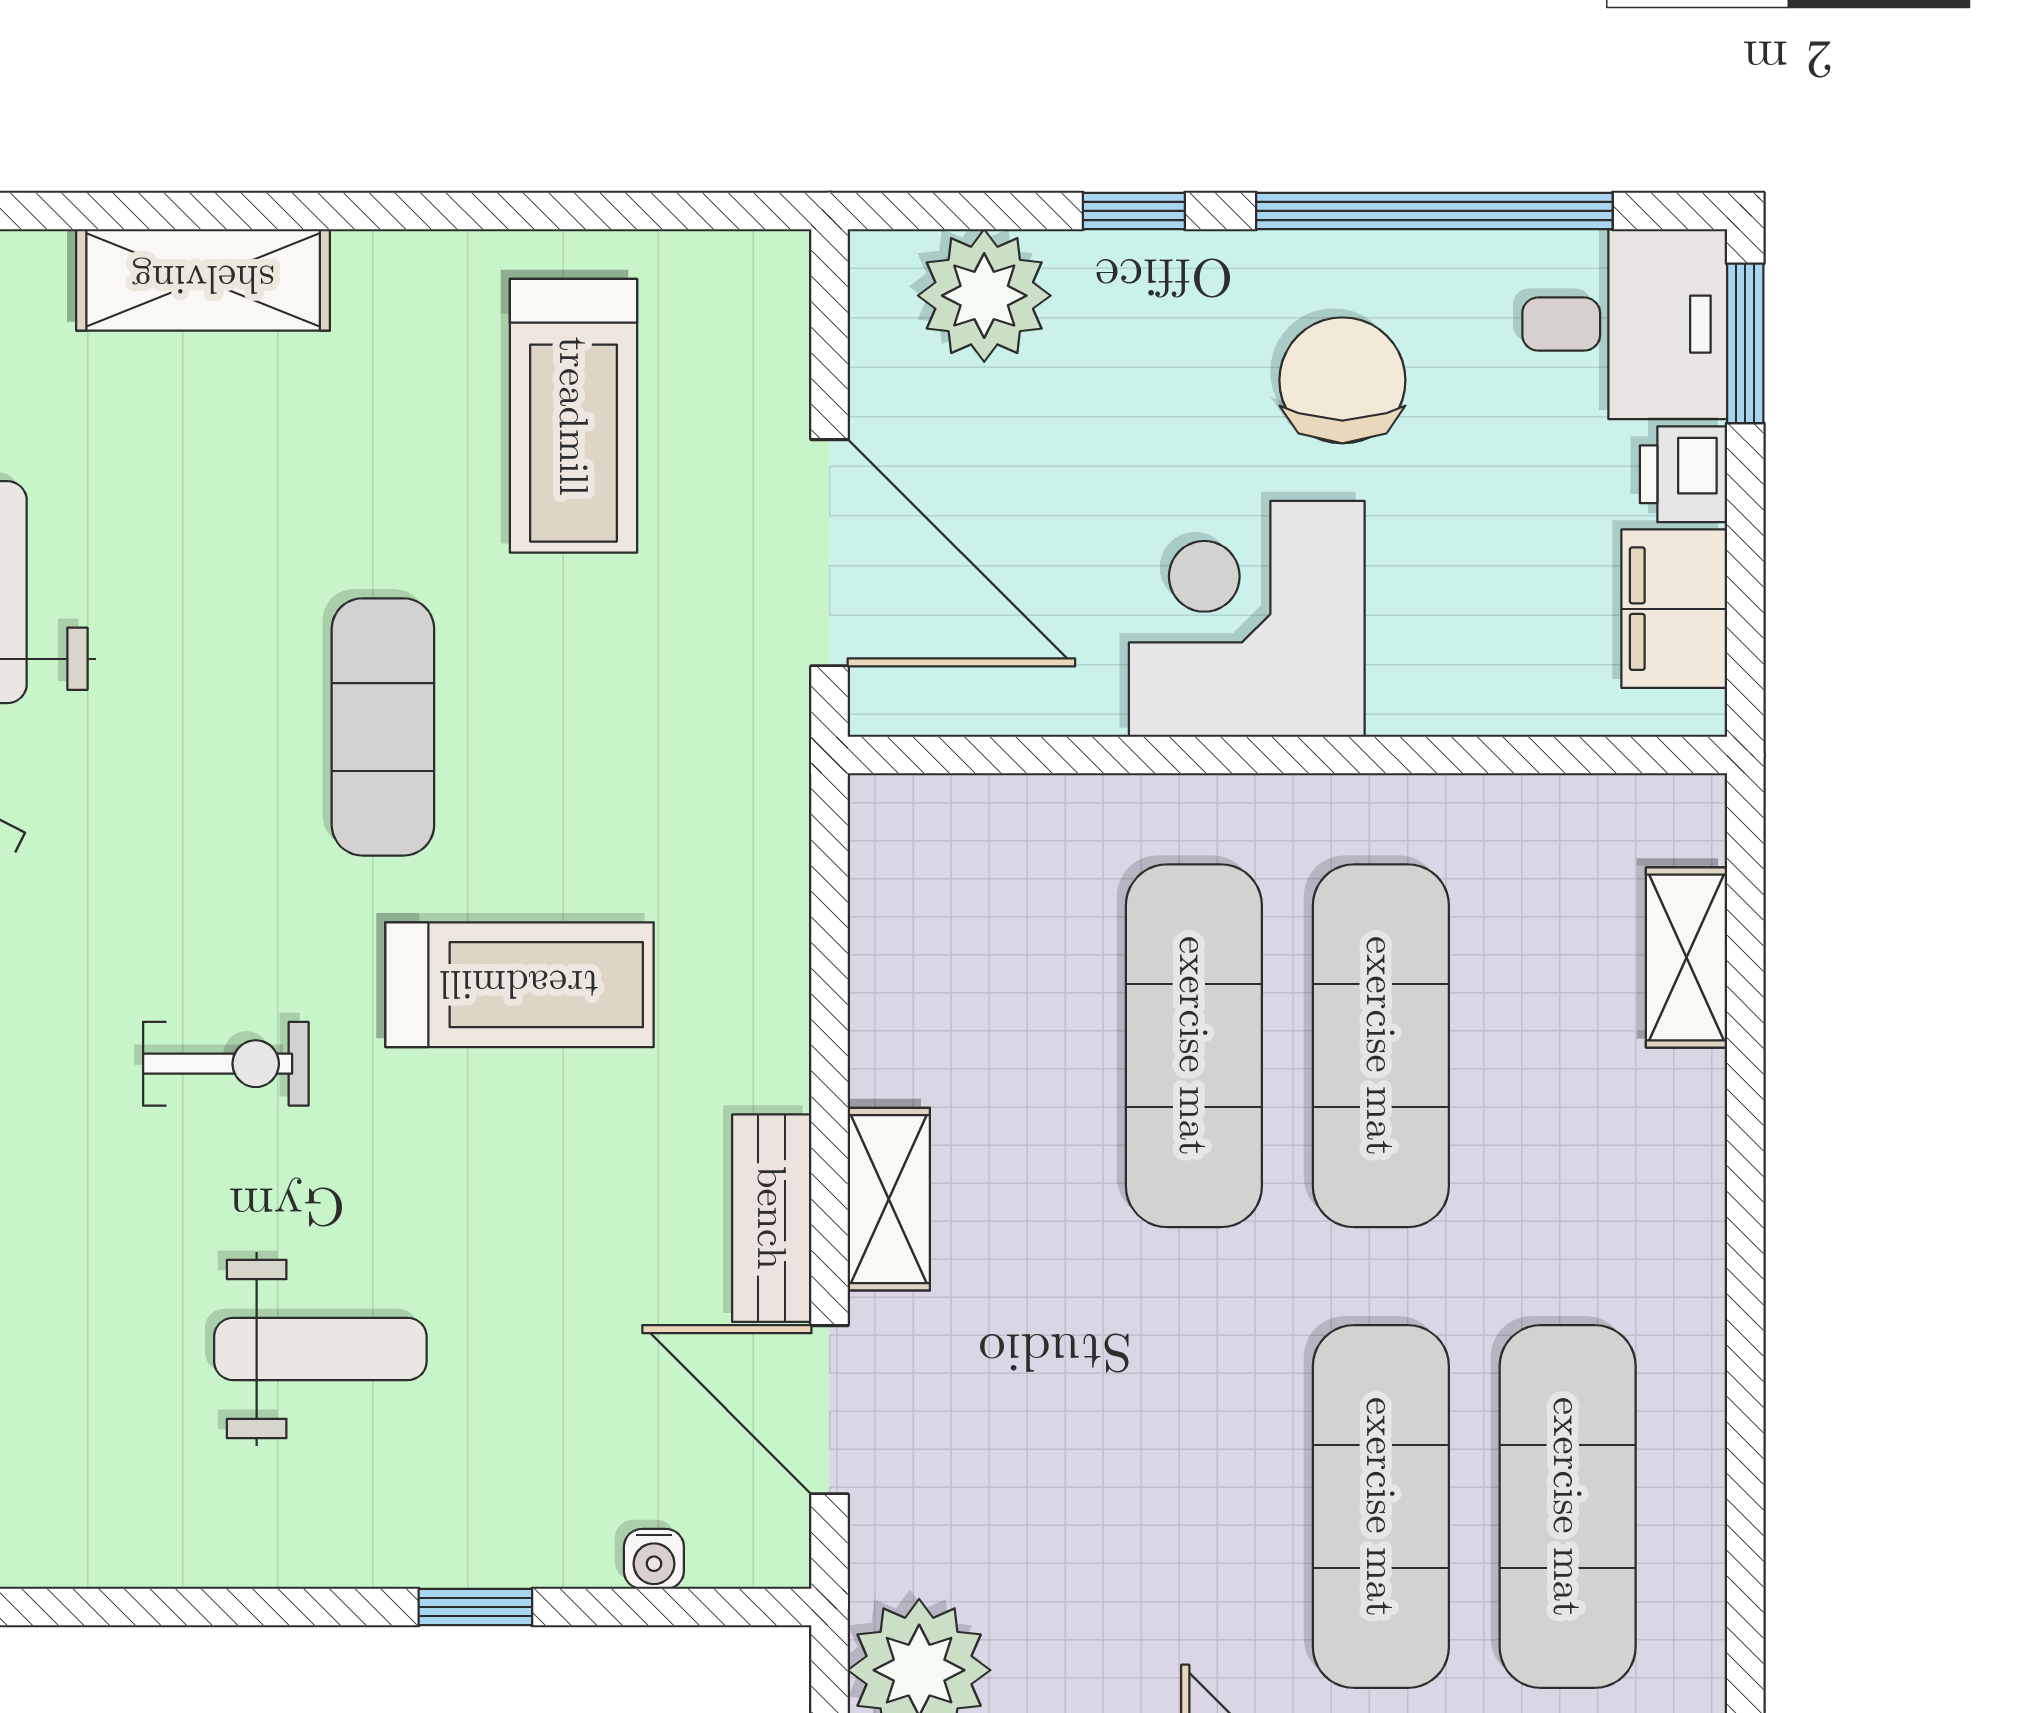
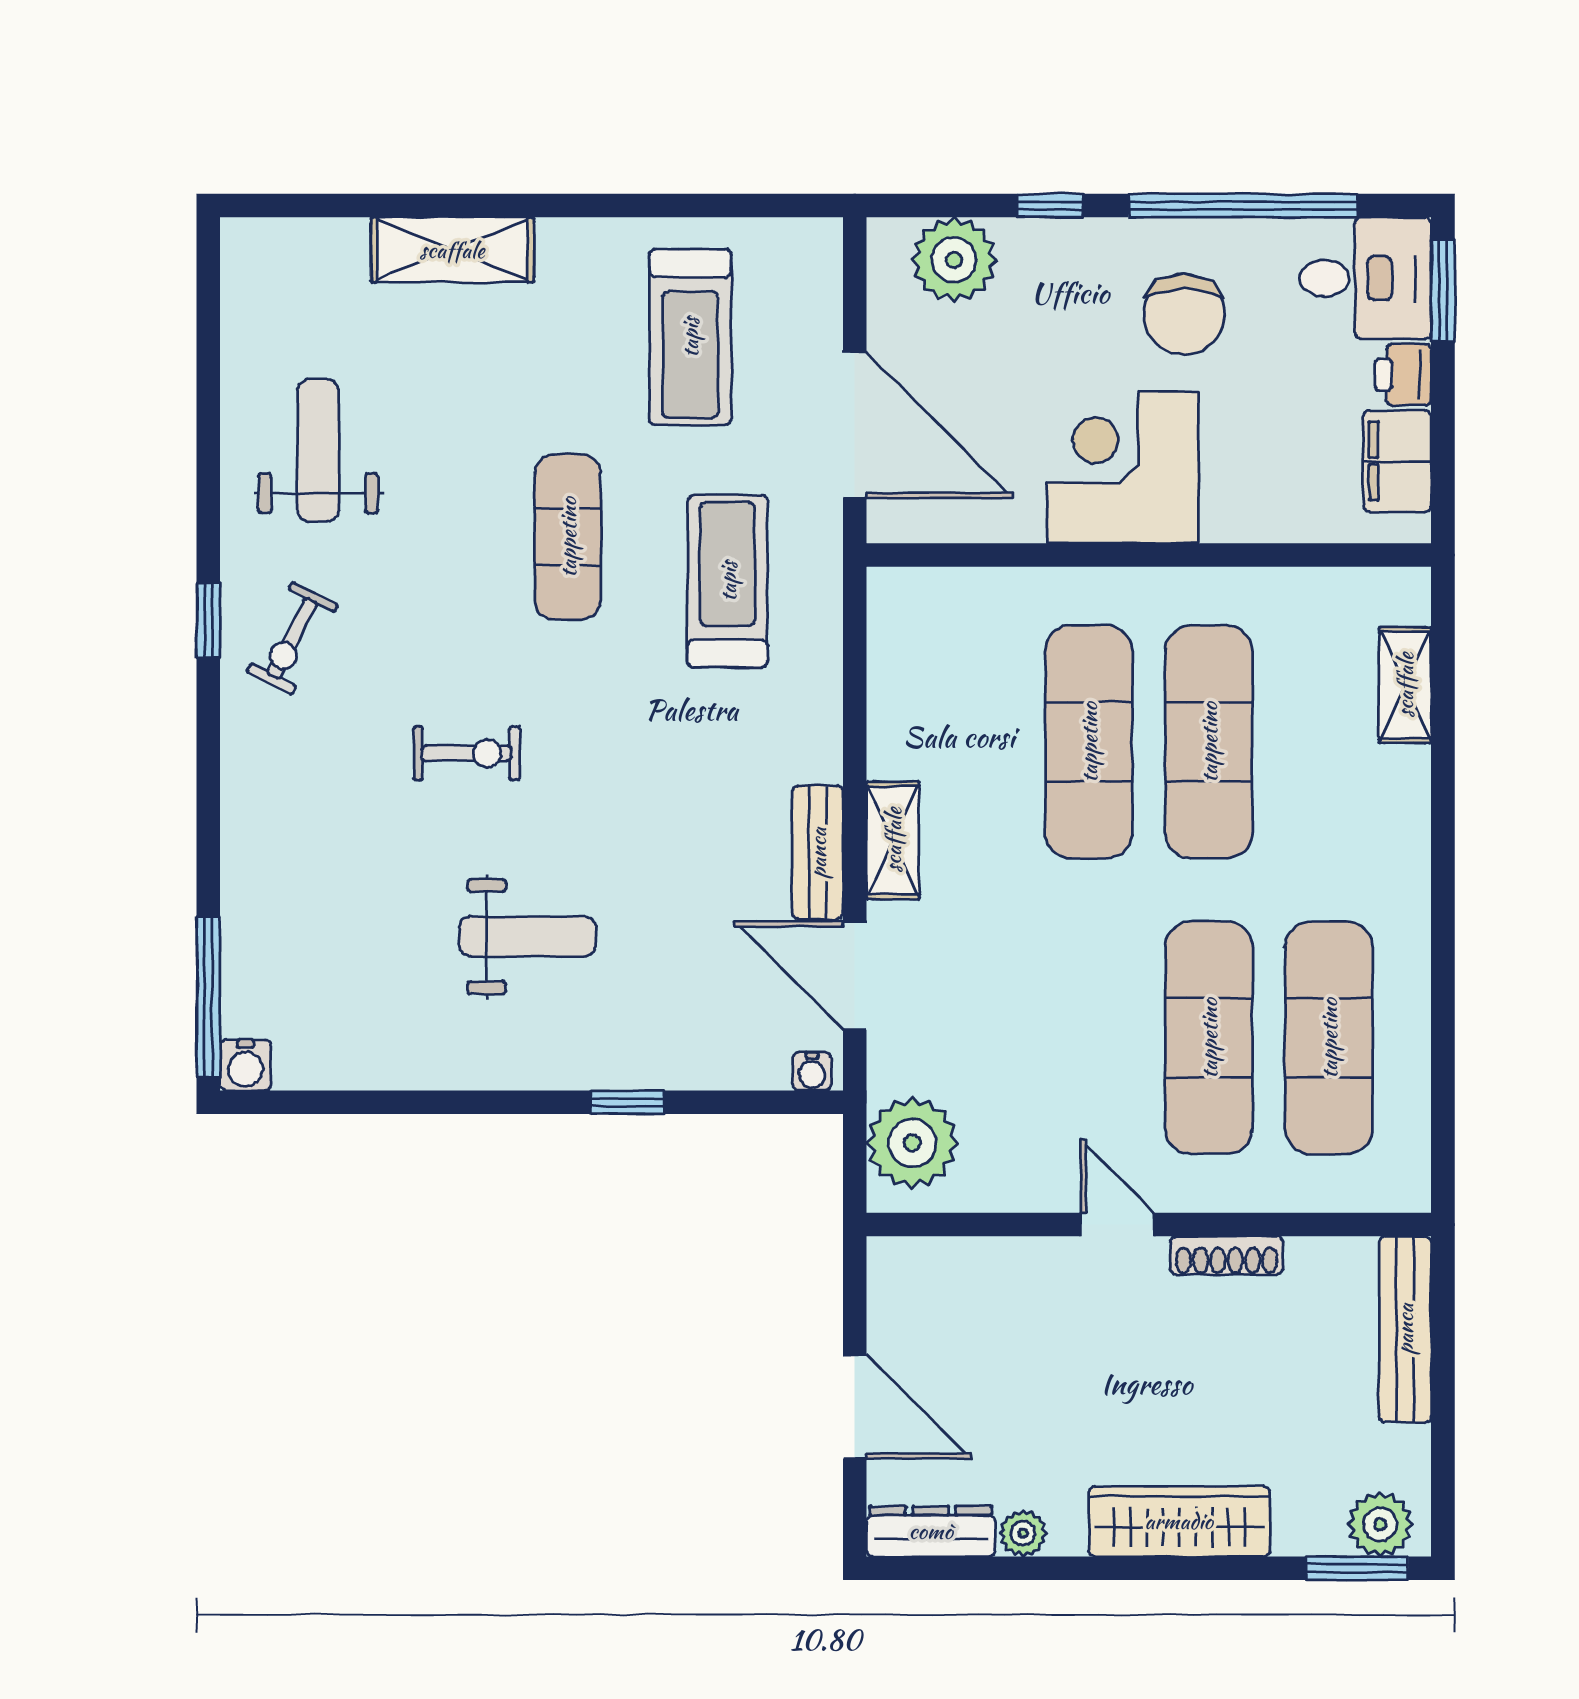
chair: (1342, 380) -> (1184, 314), turned 180
treadmill: (519, 985) -> (728, 581), moved, turned -90
water cooler: (654, 1559) -> (812, 1071), moved

